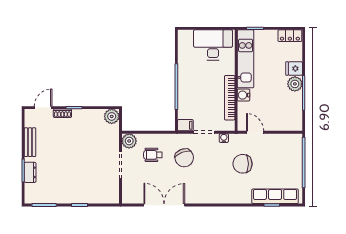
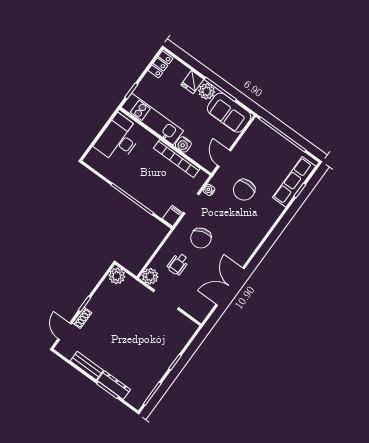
sofa: (291, 112) -> (229, 113), added
door: (255, 132) -> (224, 158), hinge flipped
chair: (184, 158) -> (201, 238), turned 93
dresser: (30, 172) -> (114, 385), width x1.44

